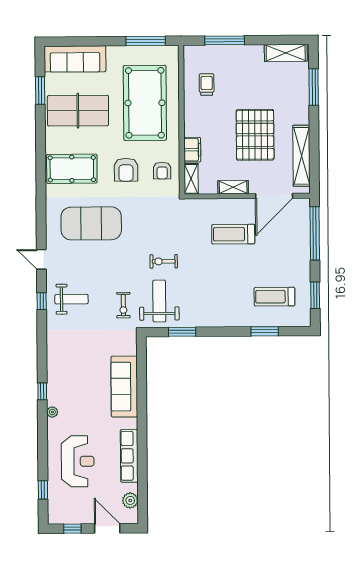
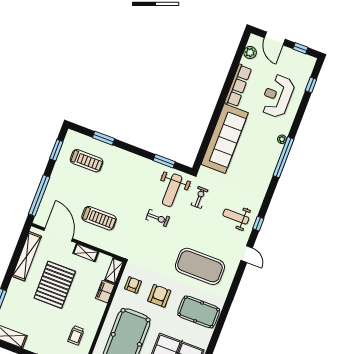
door: (274, 196) -> (58, 235), hinge flipped
sofa: (124, 387) -> (225, 139), width x1.36, depth x1.27
window: (42, 391) -> (283, 157), width x3.17

